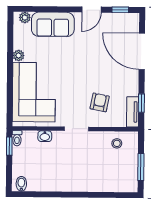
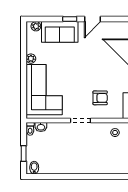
window: (120, 10) -> (70, 19), moved
armchair: (100, 102) -> (100, 98), turned 79
washbasin: (45, 136) -> (41, 127), moved
window: (9, 146) -> (24, 154), moved

